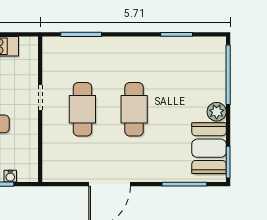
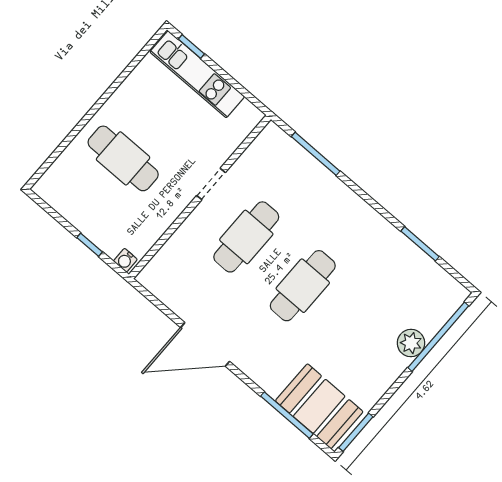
plant: (217, 112) -> (411, 343), moved
booth: (209, 148) -> (319, 406), moved, turned 90
water cooler: (10, 176) -> (125, 260), moved

